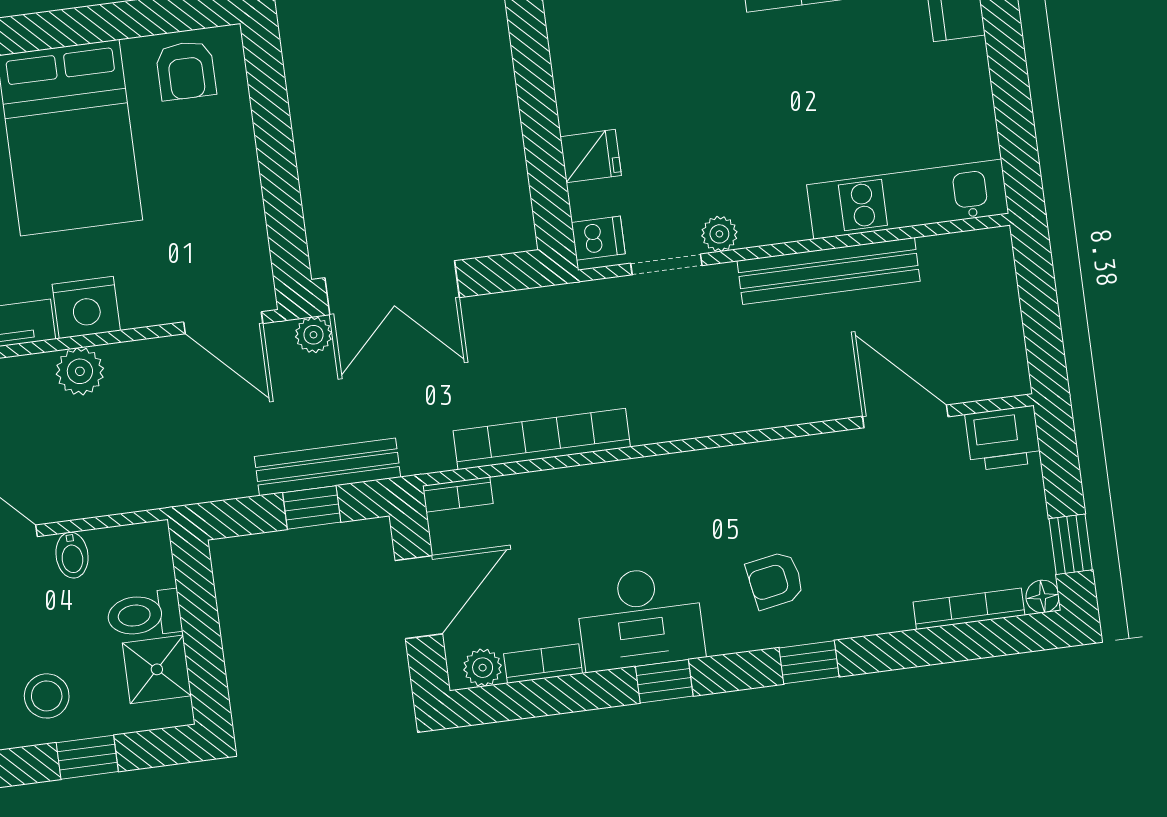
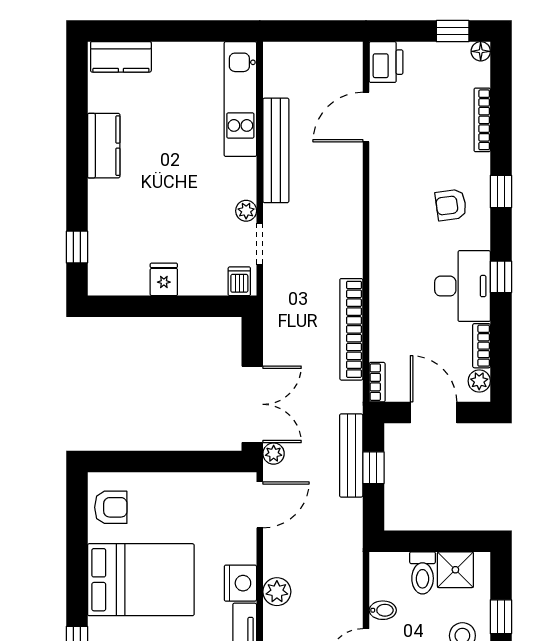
fridge: (591, 156) -> (164, 279), moved
armchair: (775, 580) -> (451, 205), turned 92
bookcase: (969, 609) -> (482, 120), moved

